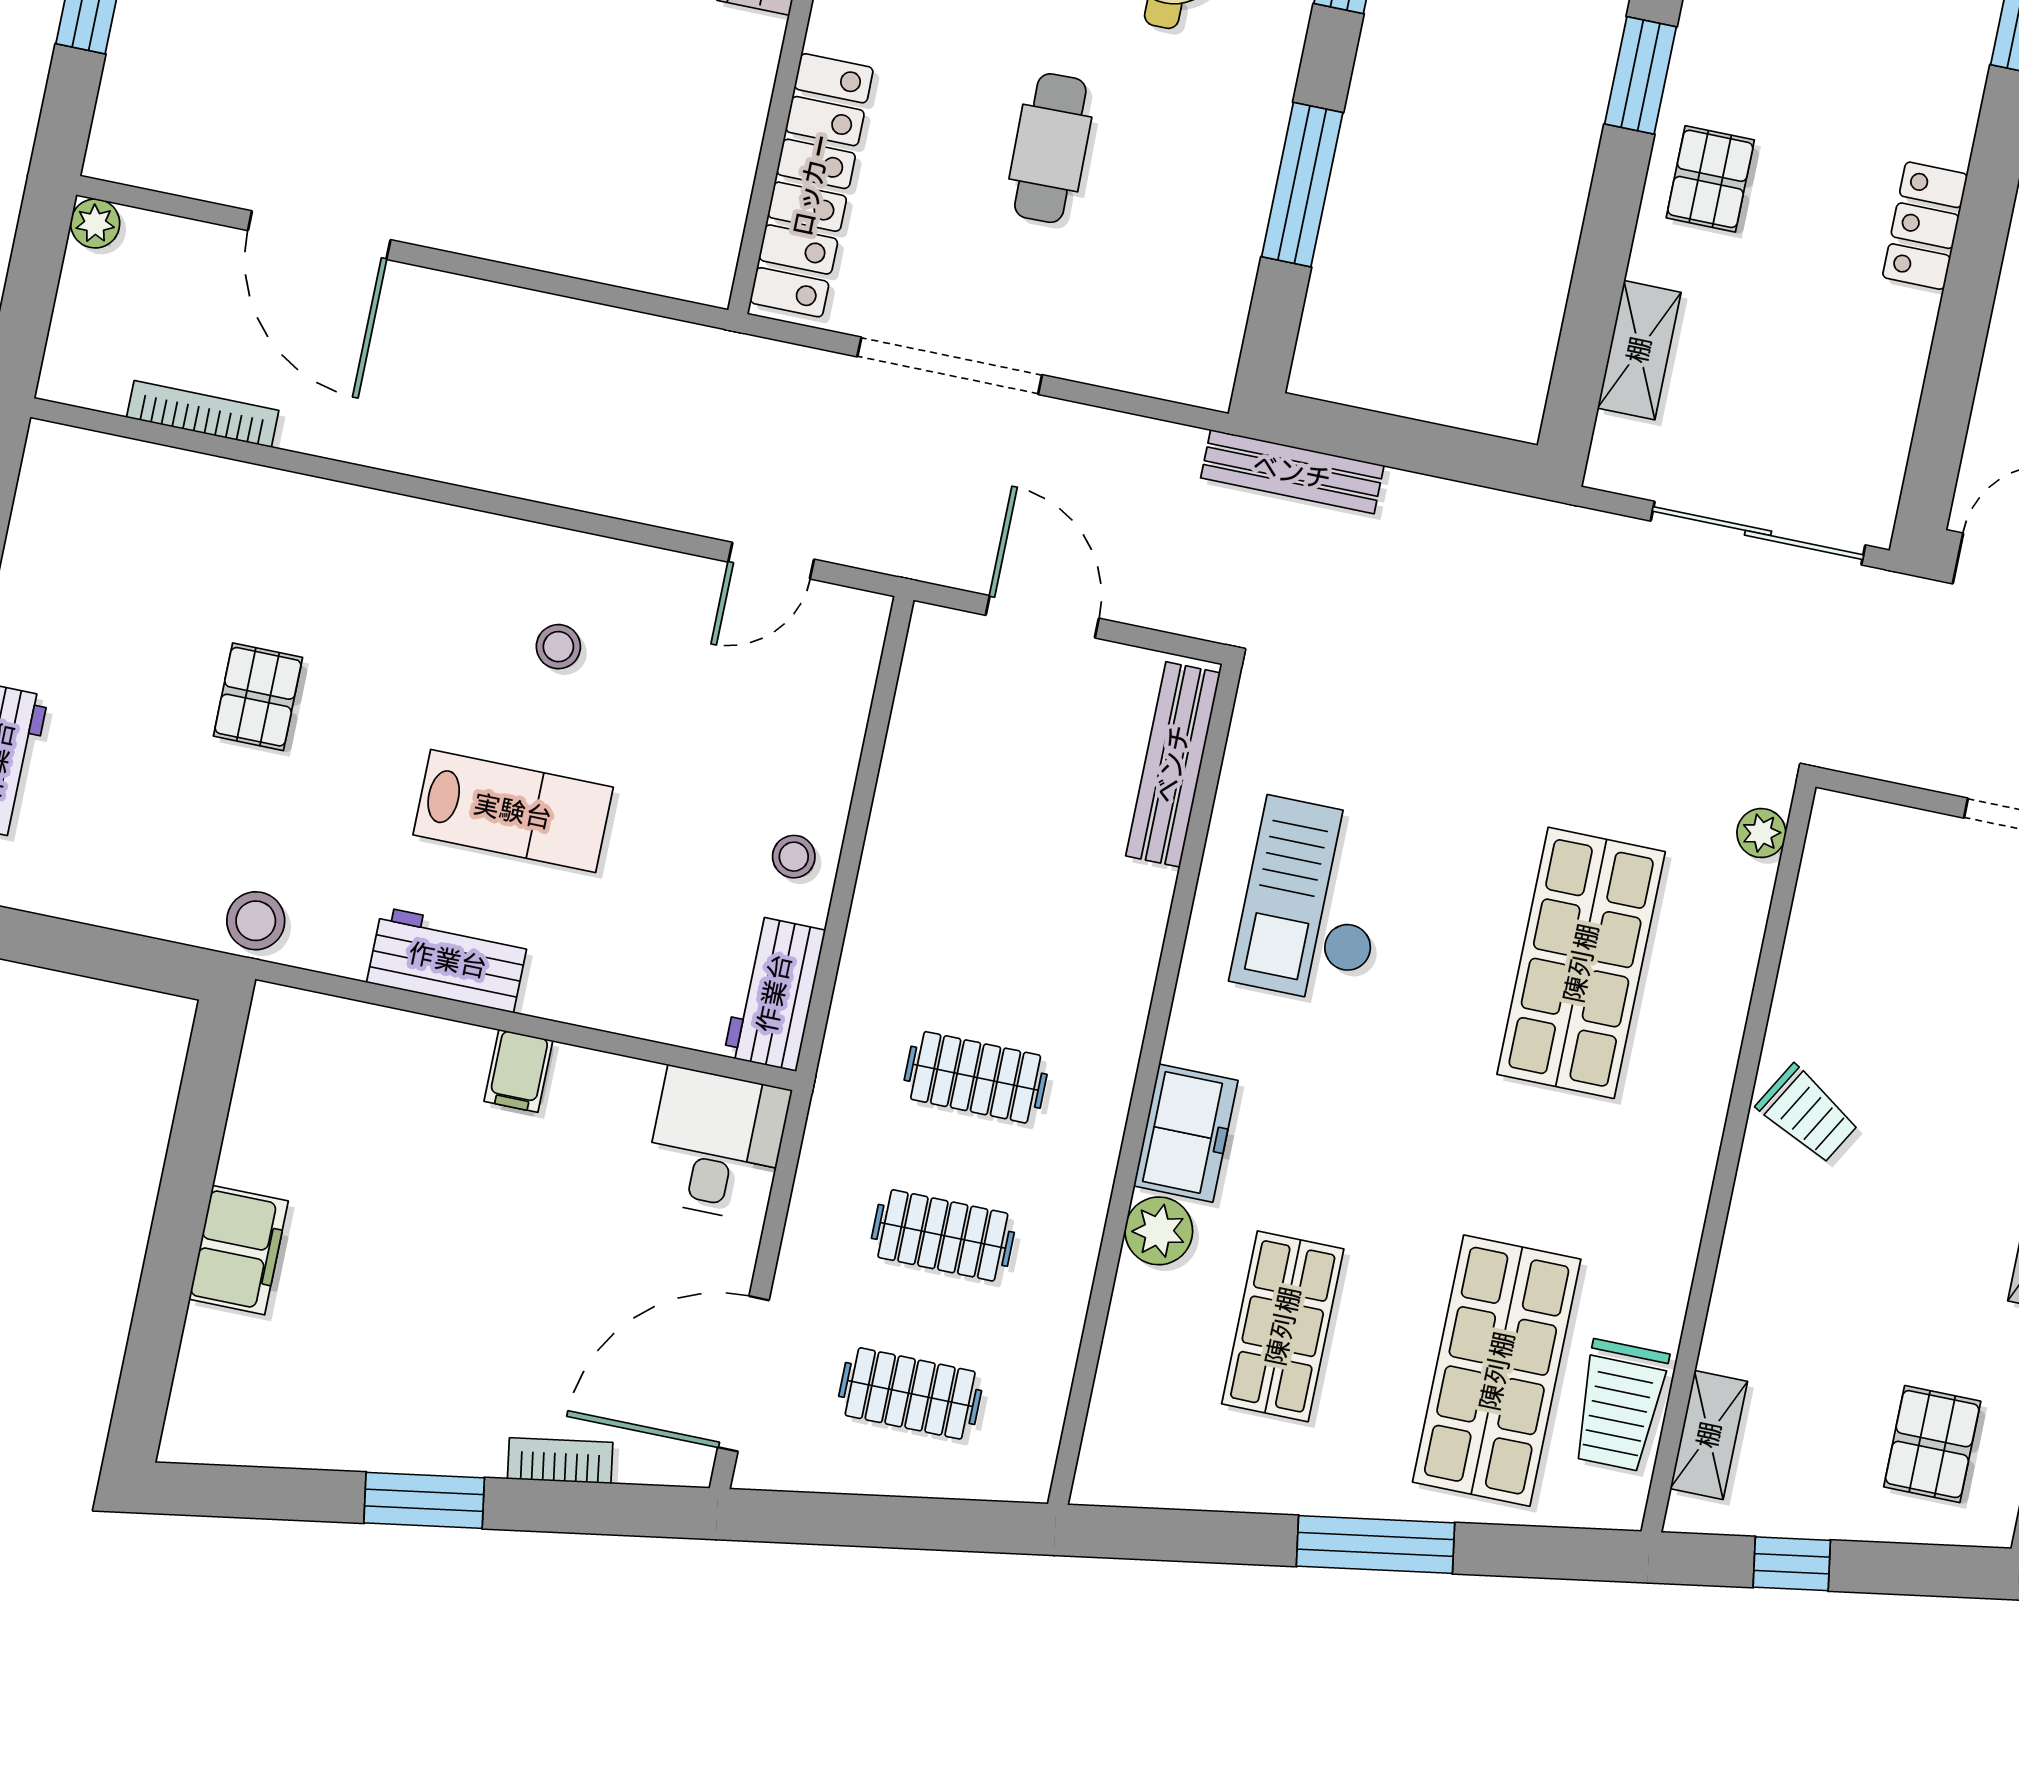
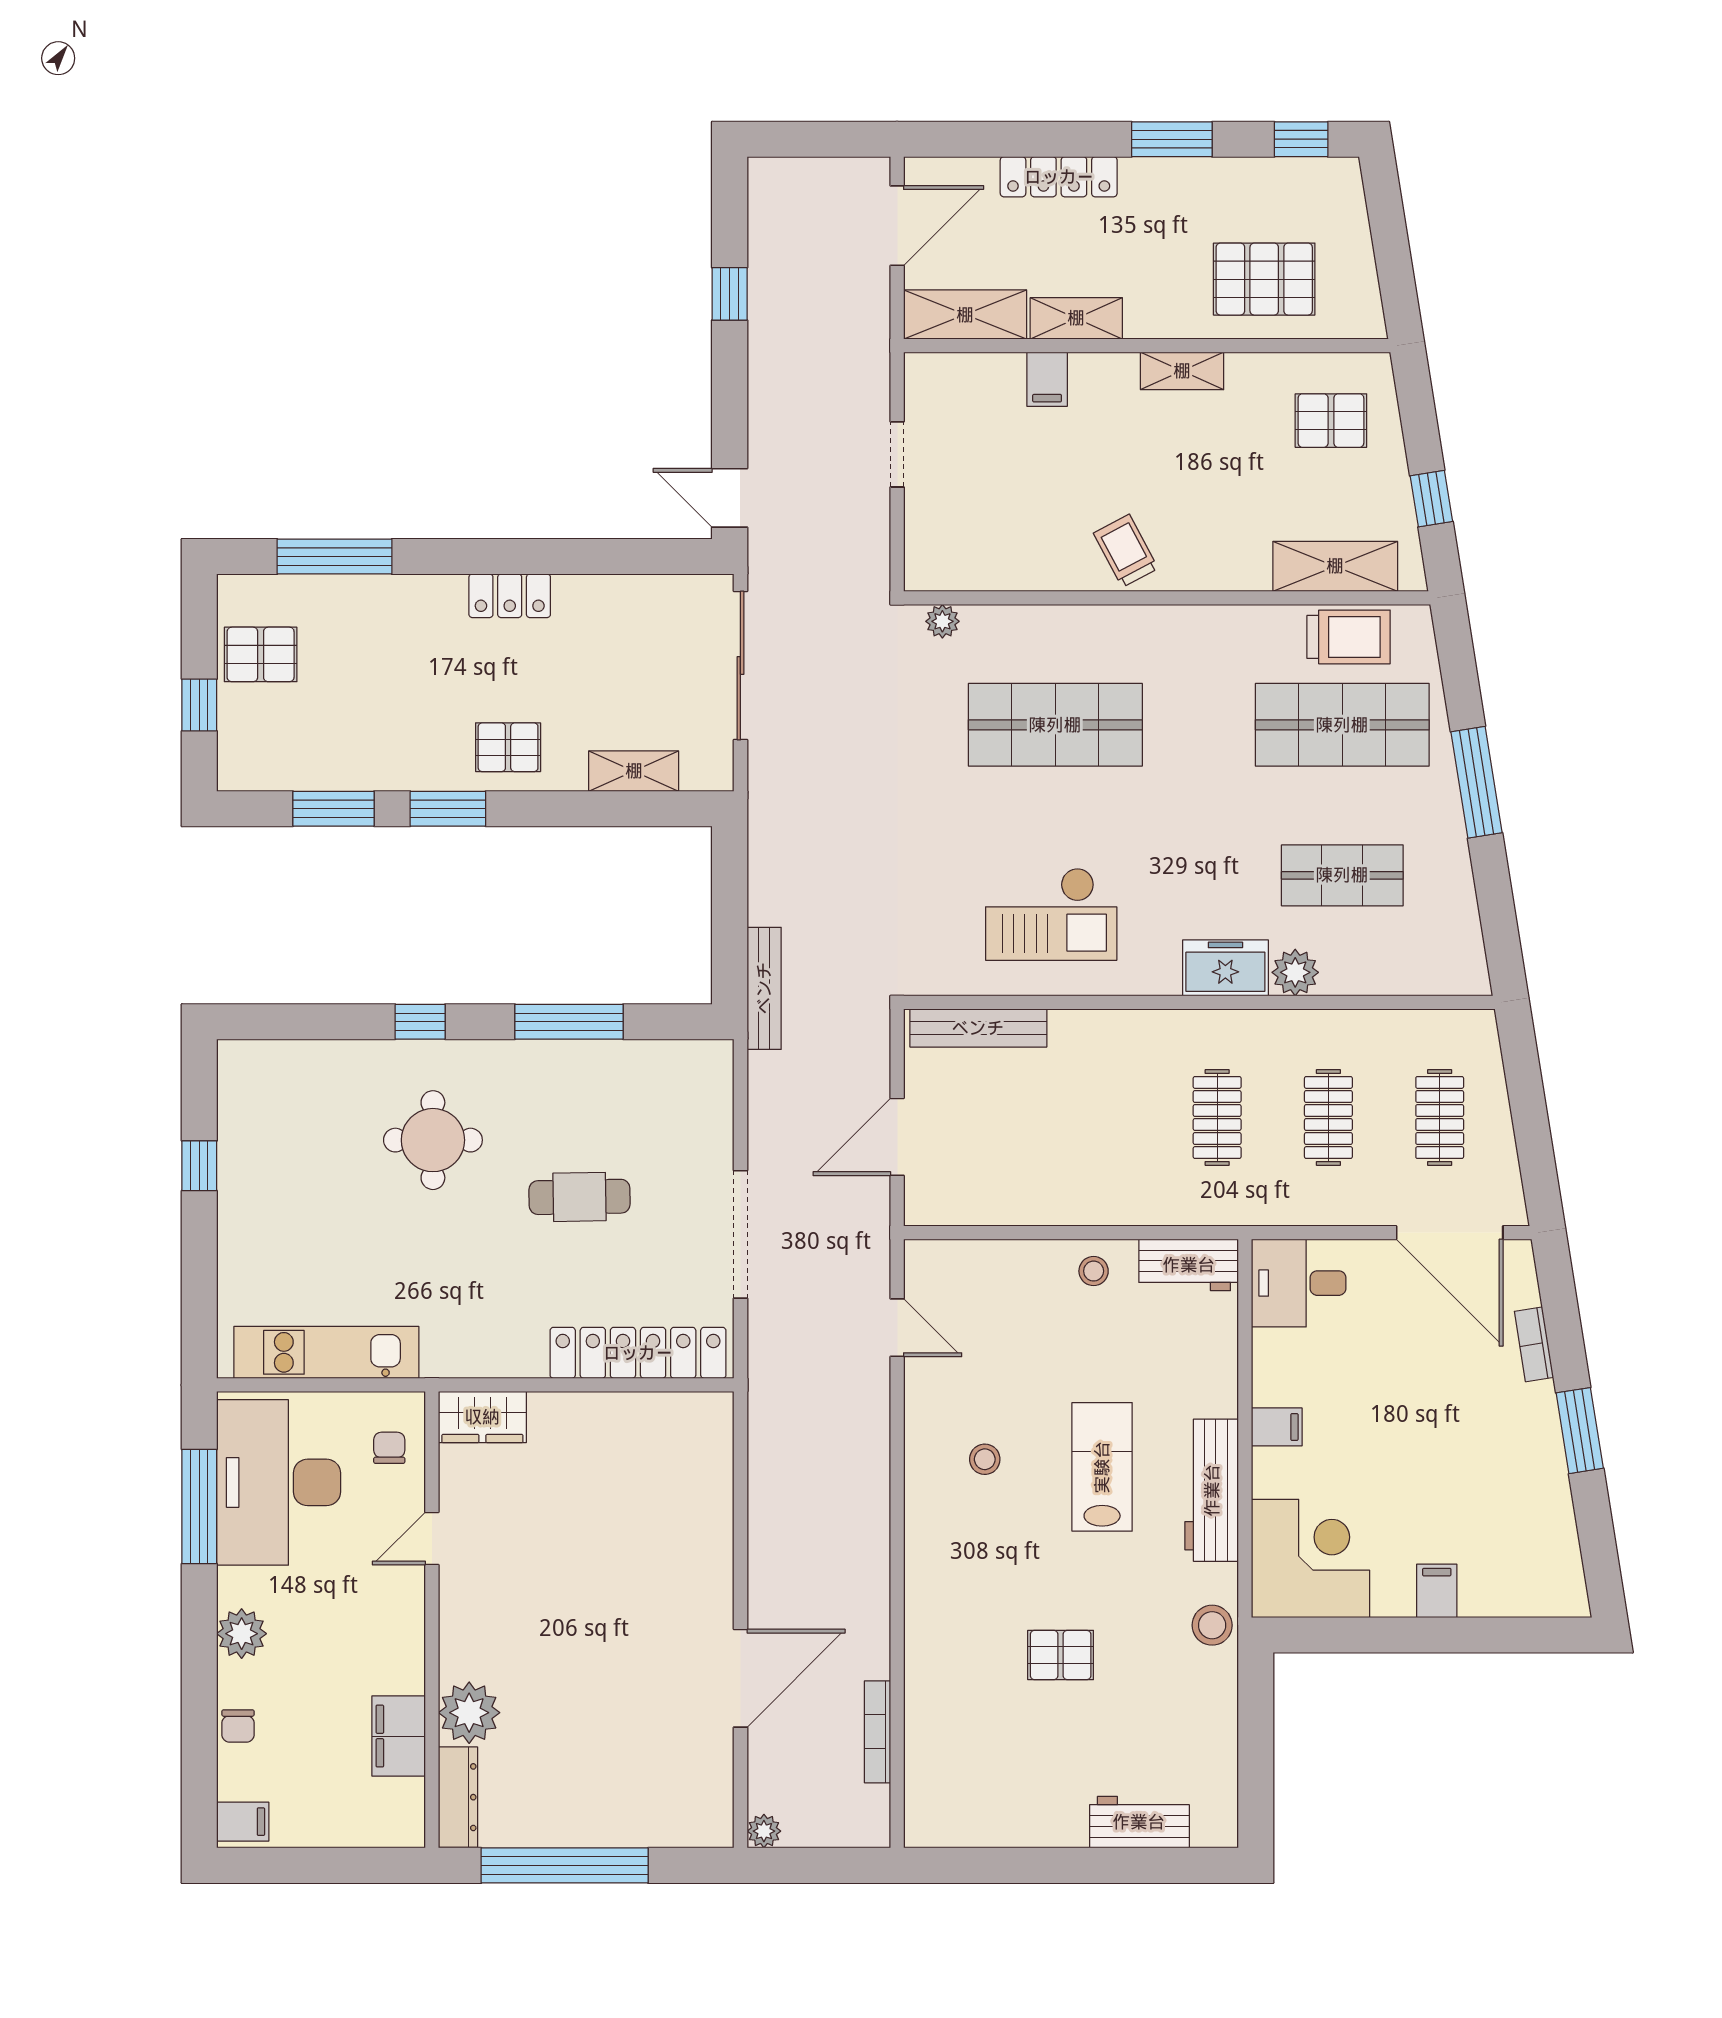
workbench: (448, 960) -> (1212, 1490), width x1.37
corner desk: (322, 1080) -> (1311, 1558), added
trolley: (1808, 1114) -> (1126, 551), turned -58
filing cabinet: (239, 1250) -> (1437, 1591), width x0.50
shelving: (1709, 1435) -> (1335, 566), width x1.50, depth x1.33

